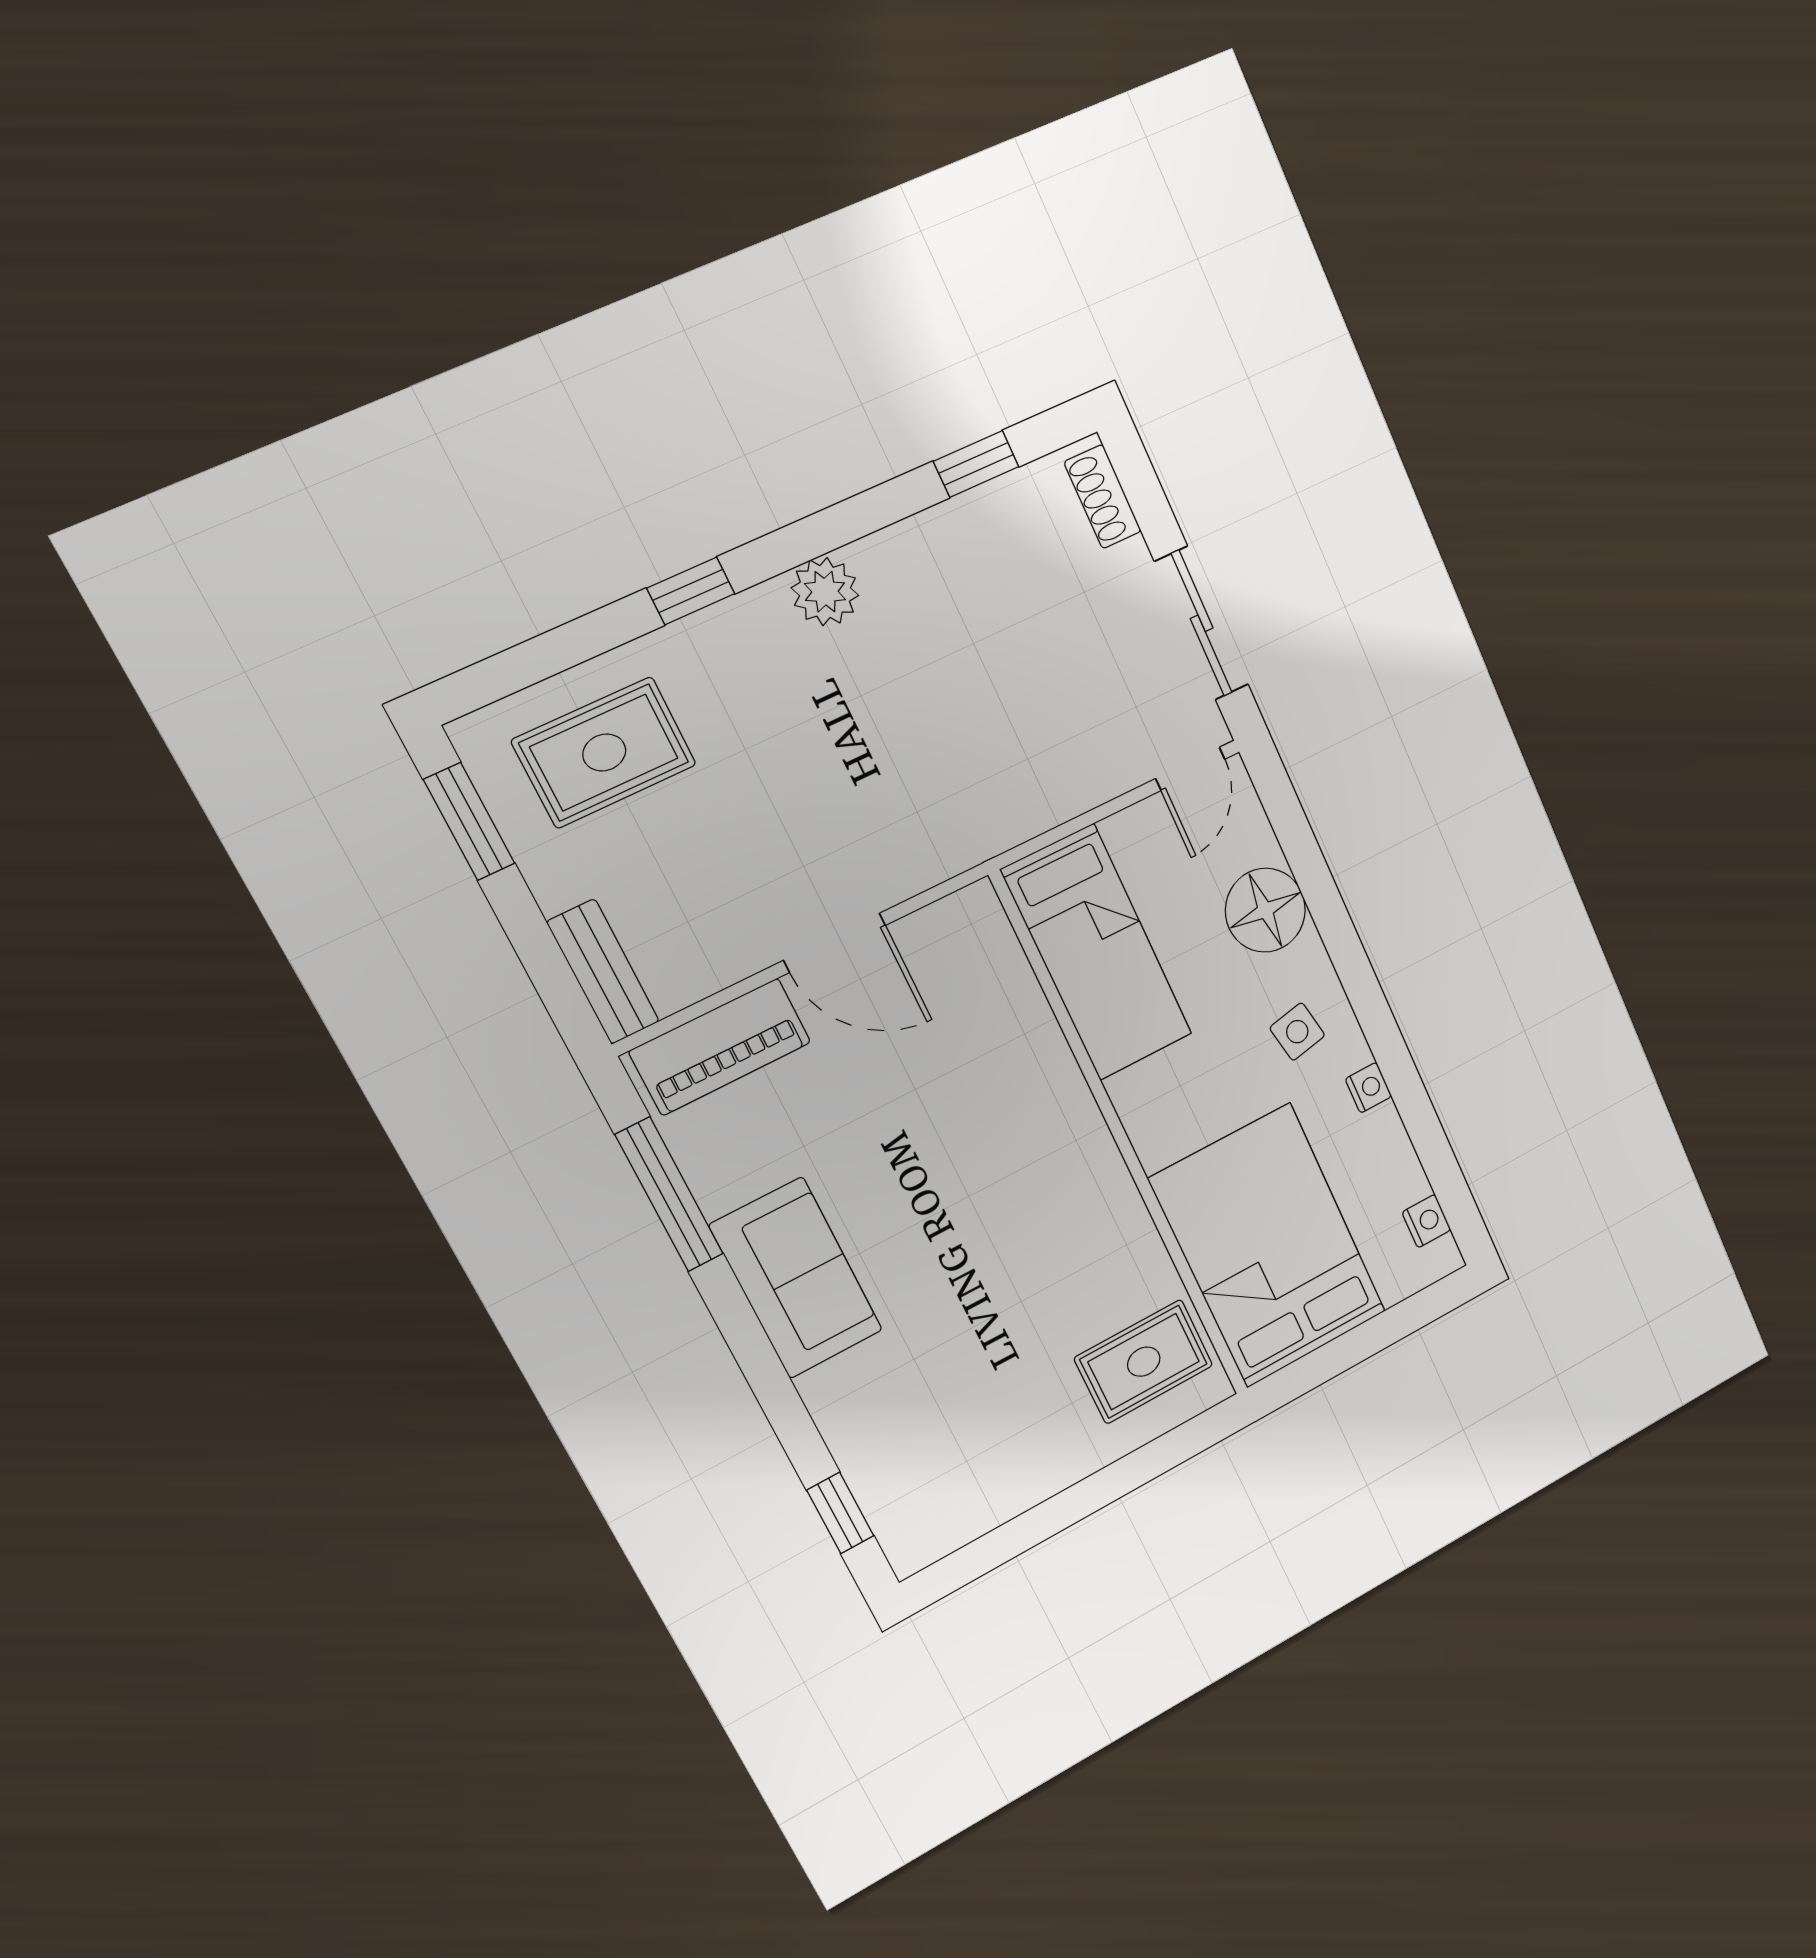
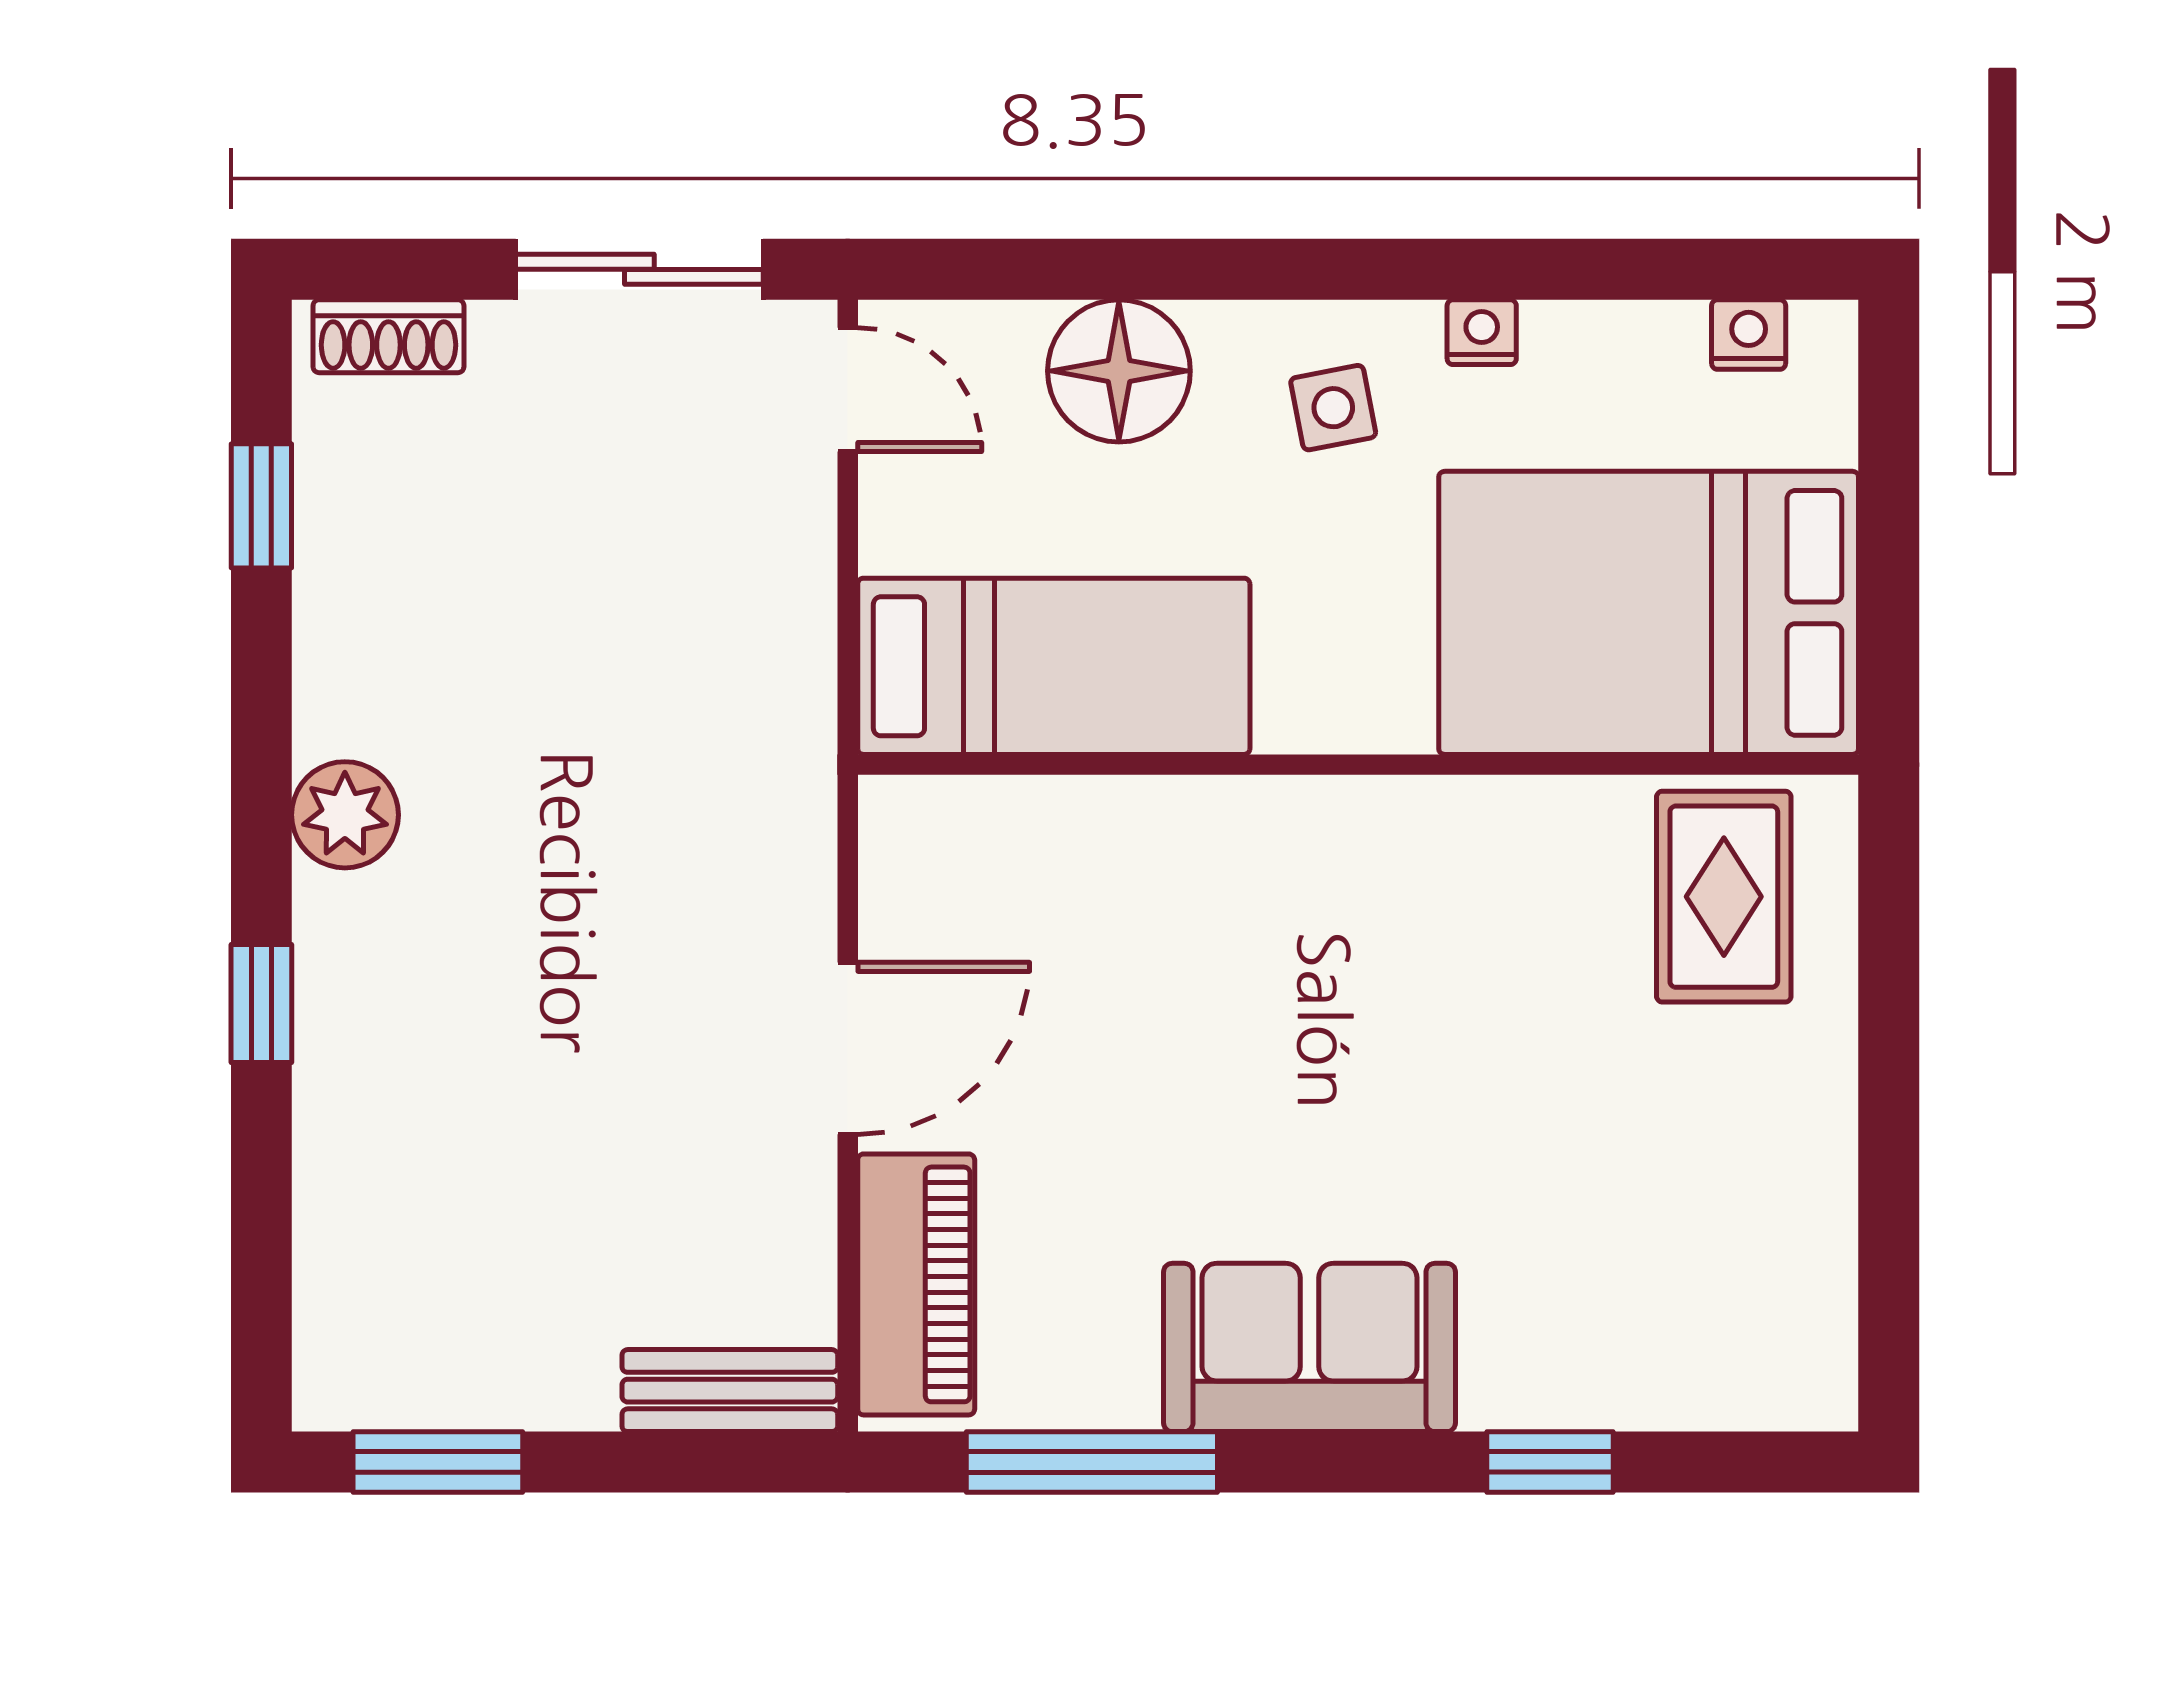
rug: (604, 753) -> (428, 1234), removed
window: (840, 1513) -> (1550, 1462), moved

